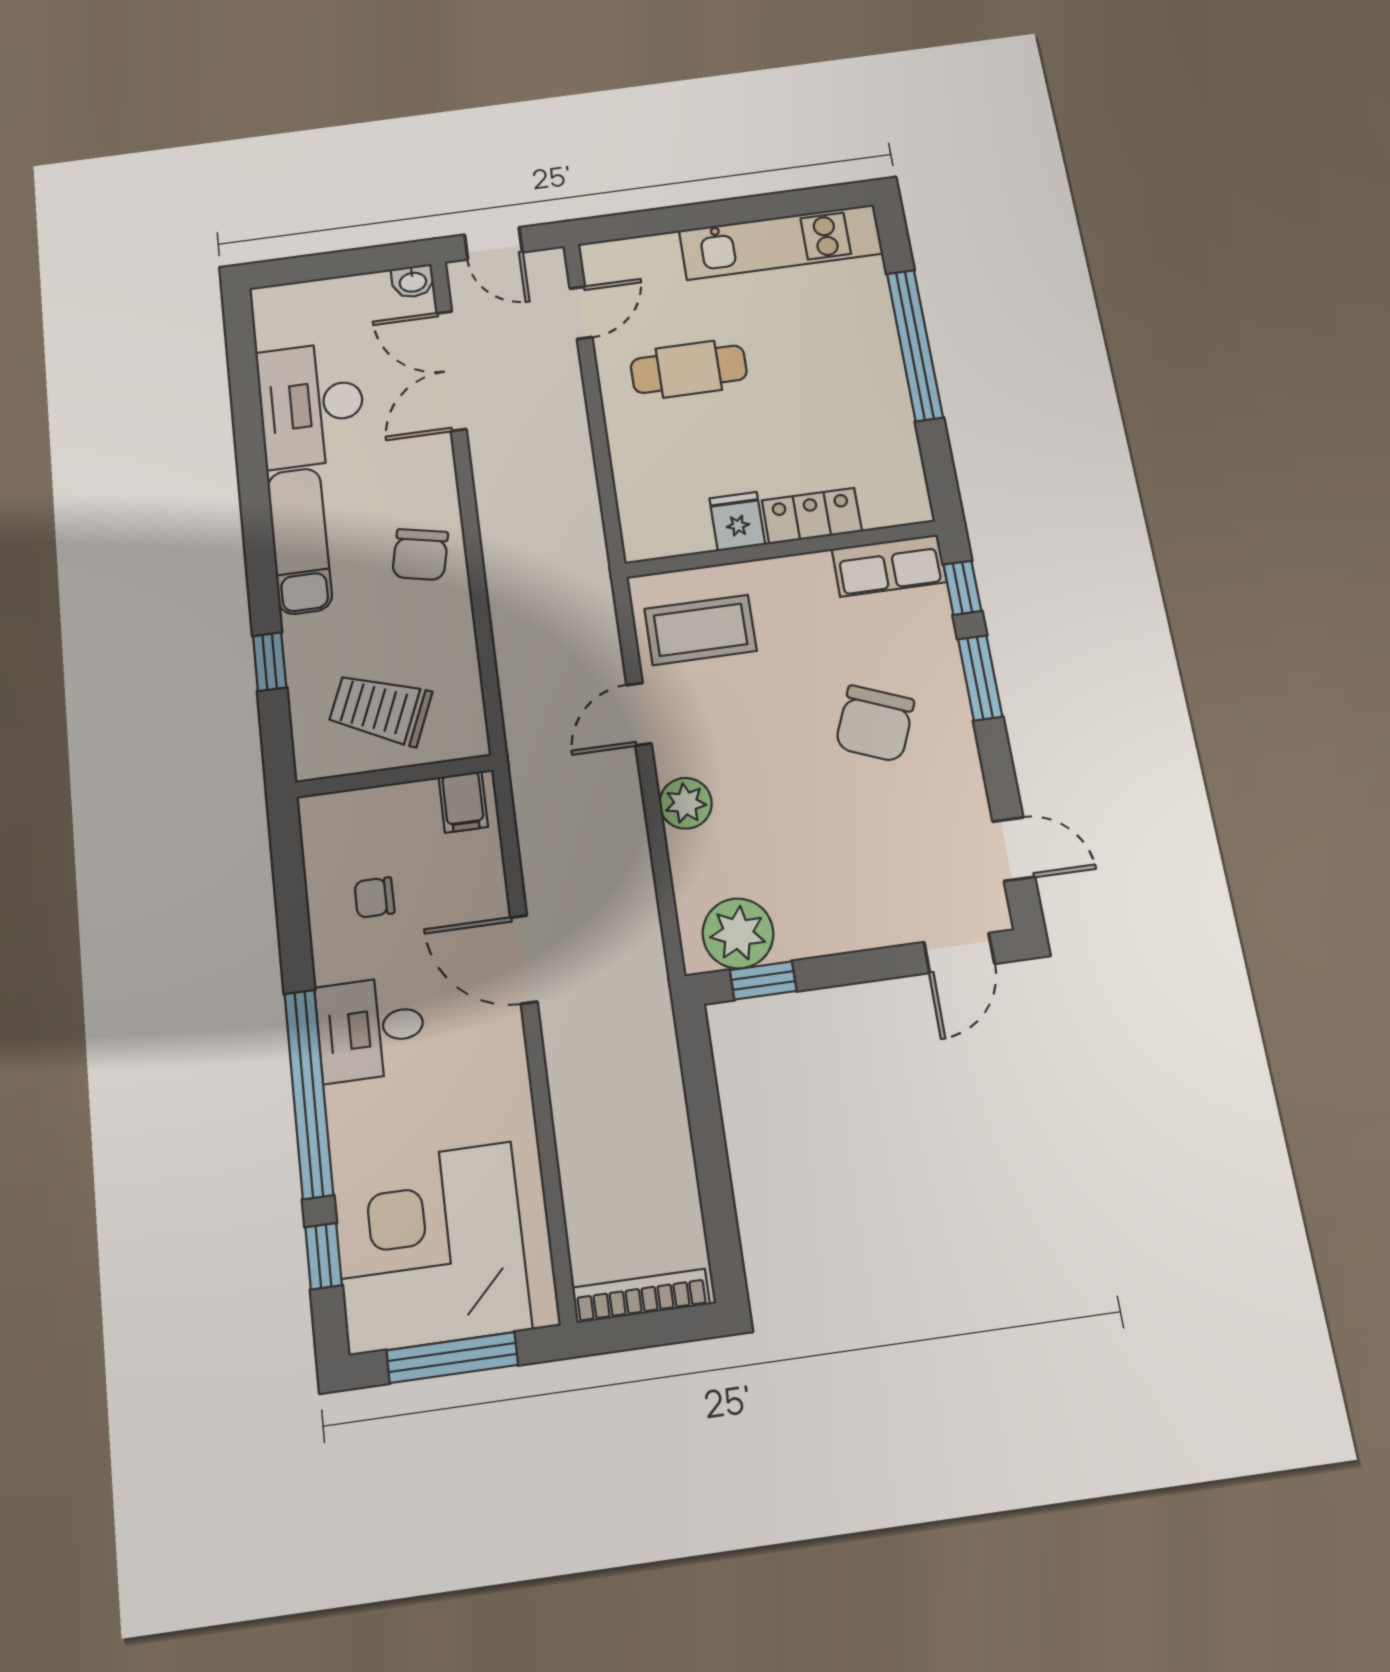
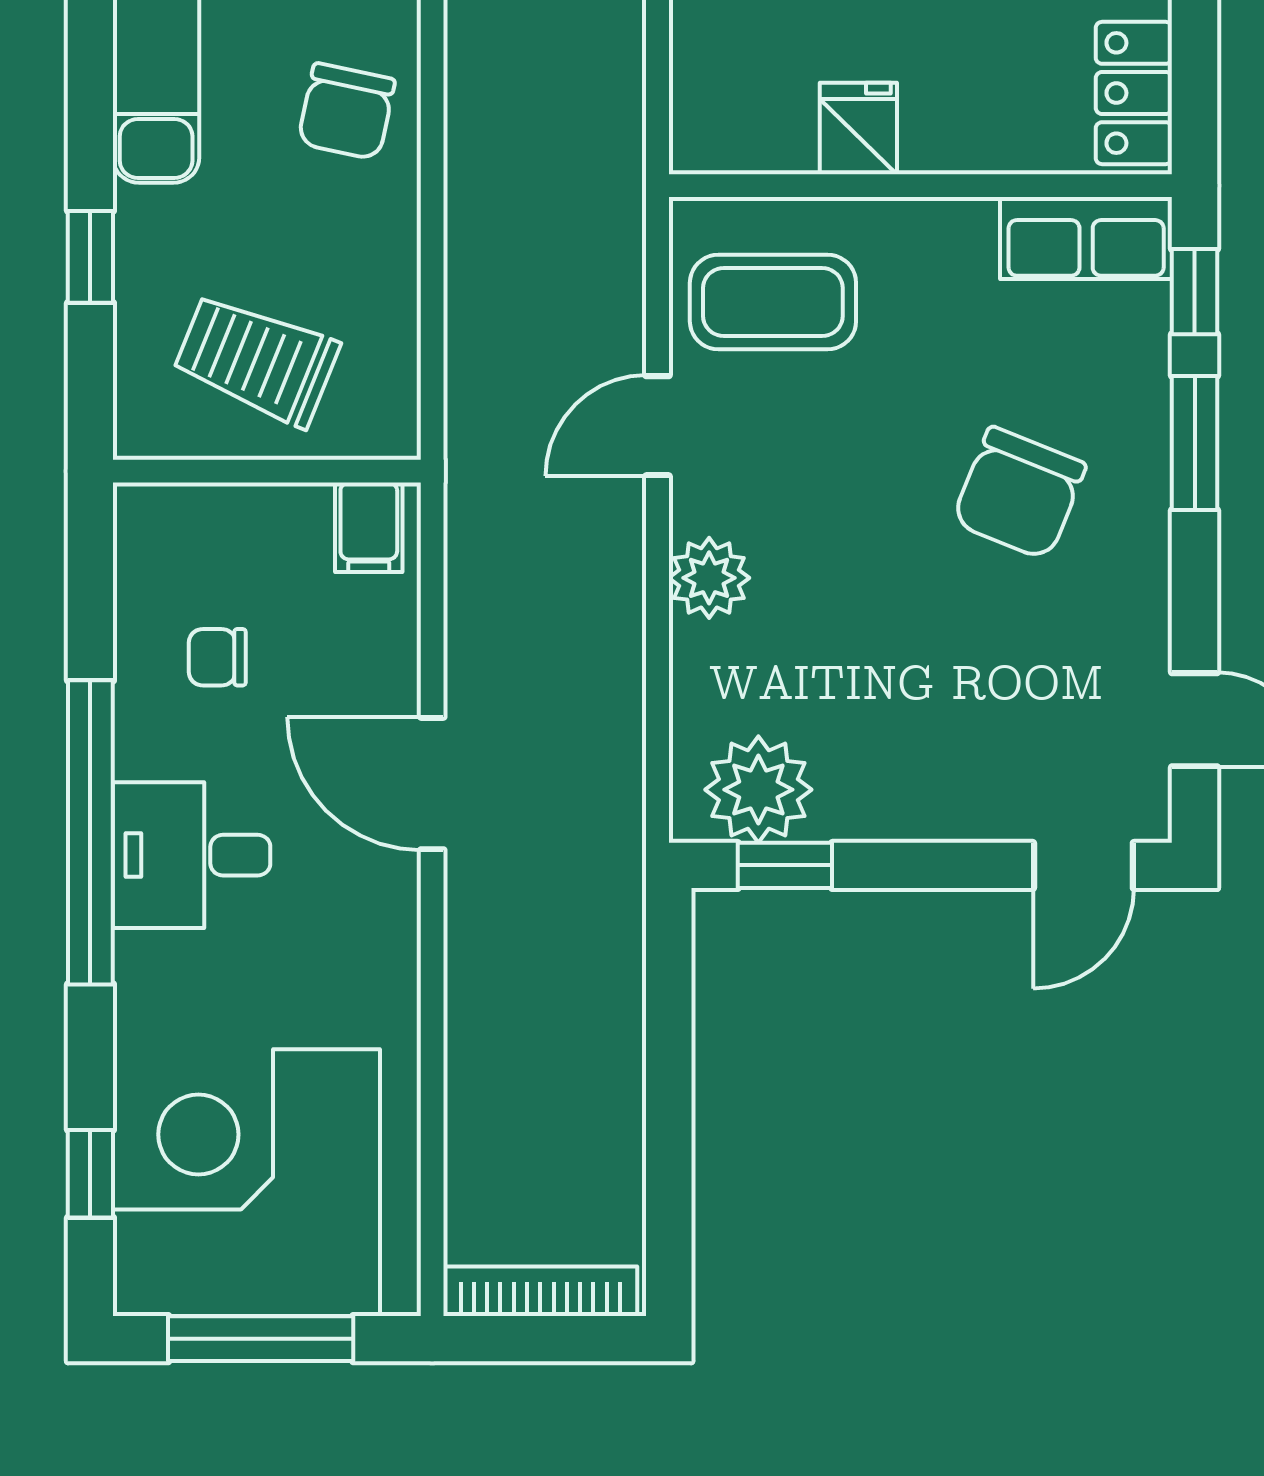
locker: (812, 516) -> (1134, 93), moved, turned -90
window: (309, 1093) -> (90, 832), moved

